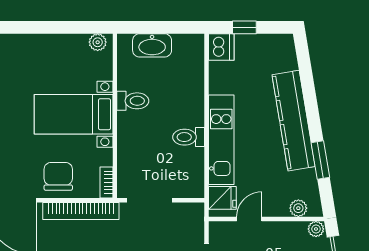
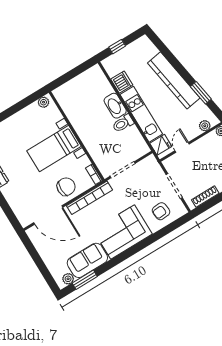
washbasin: (152, 45) -> (115, 106), moved, turned 90
dishwasher: (221, 47) -> (122, 82), moved
toilet: (133, 101) -> (81, 122), removed
chair: (58, 176) -> (66, 187), turned 90

